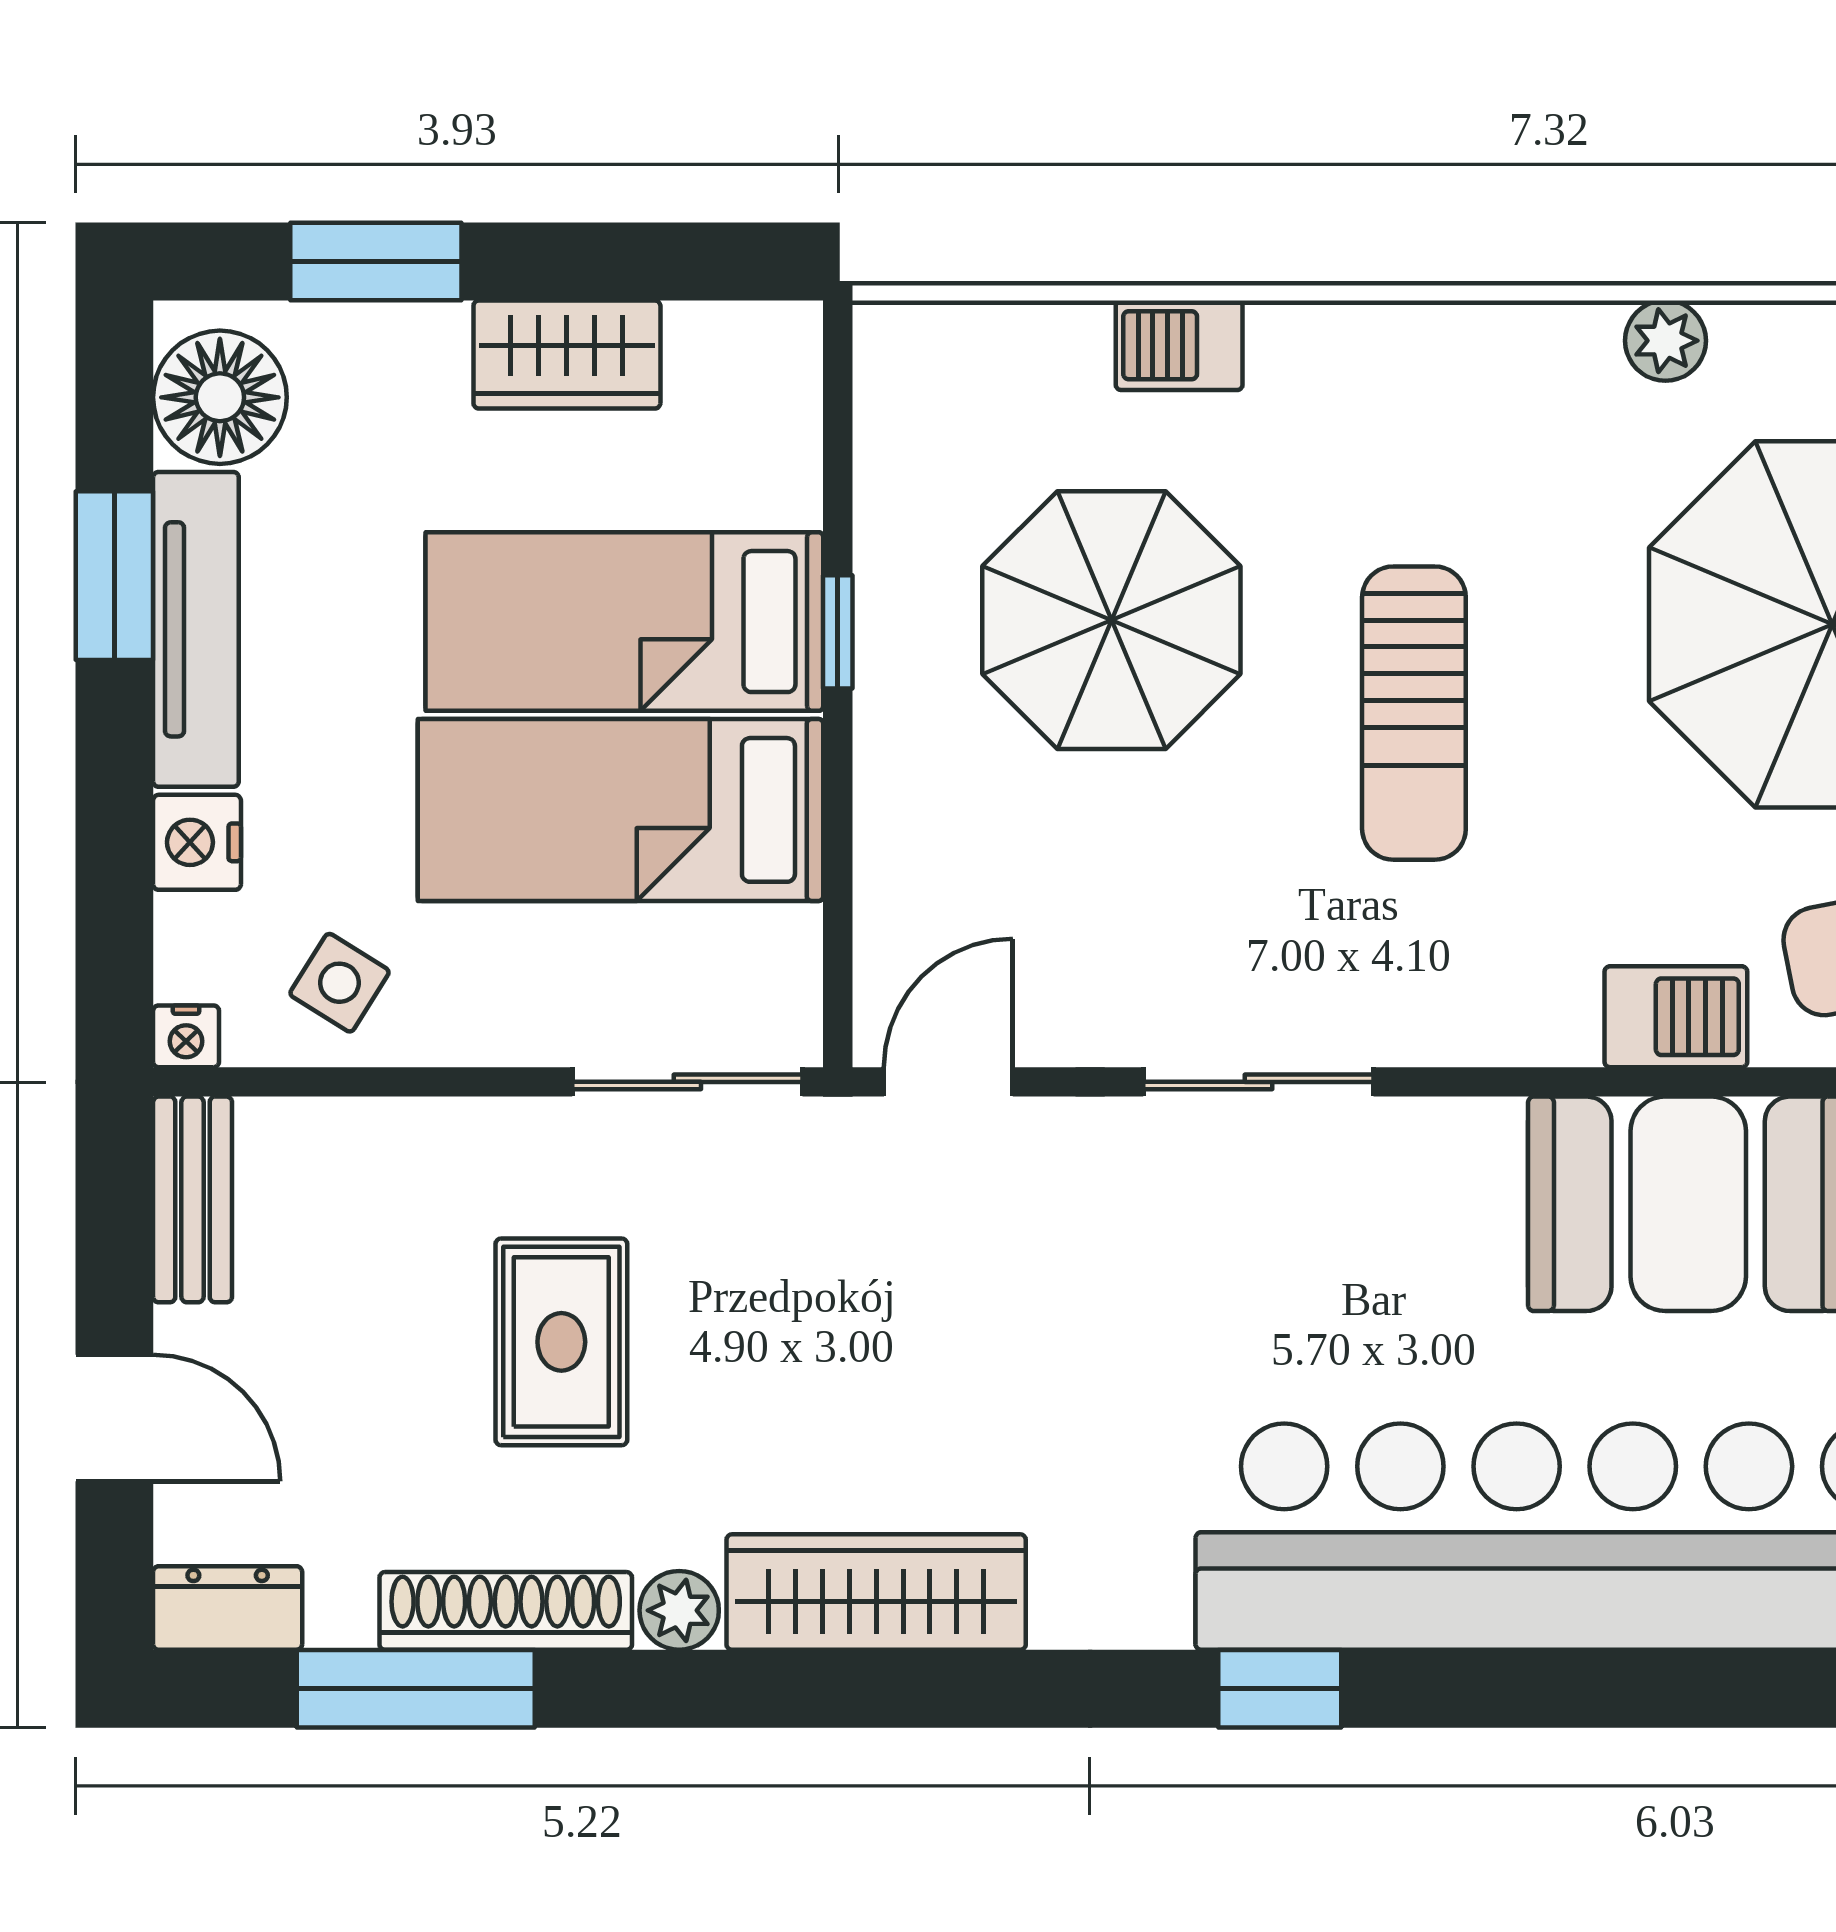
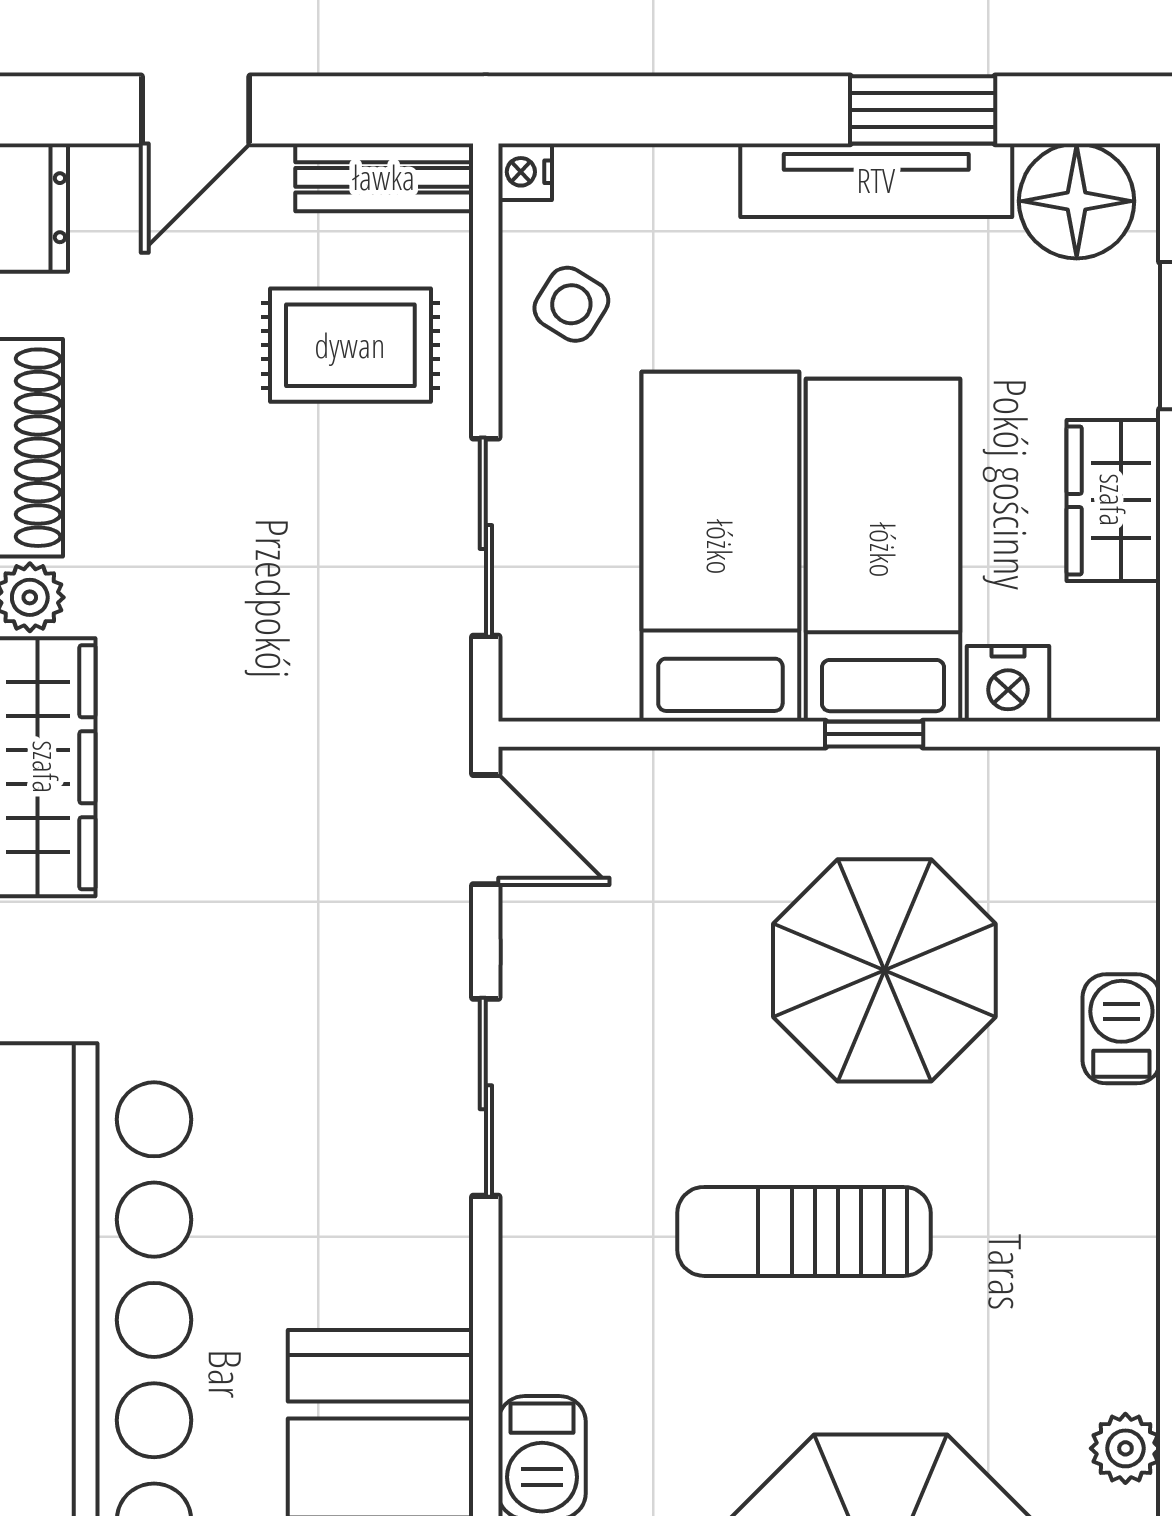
nightstand: (197, 842) -> (1008, 684), moved, turned 180
sliding door: (687, 1082) -> (486, 537), moved
rug: (561, 1342) -> (350, 345), moved

